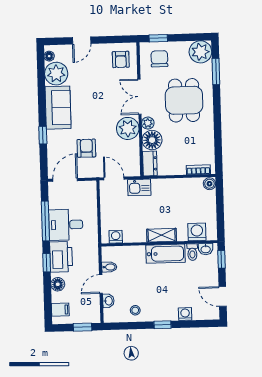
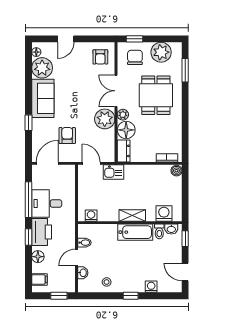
plant: (200, 52) -> (161, 52), moved

